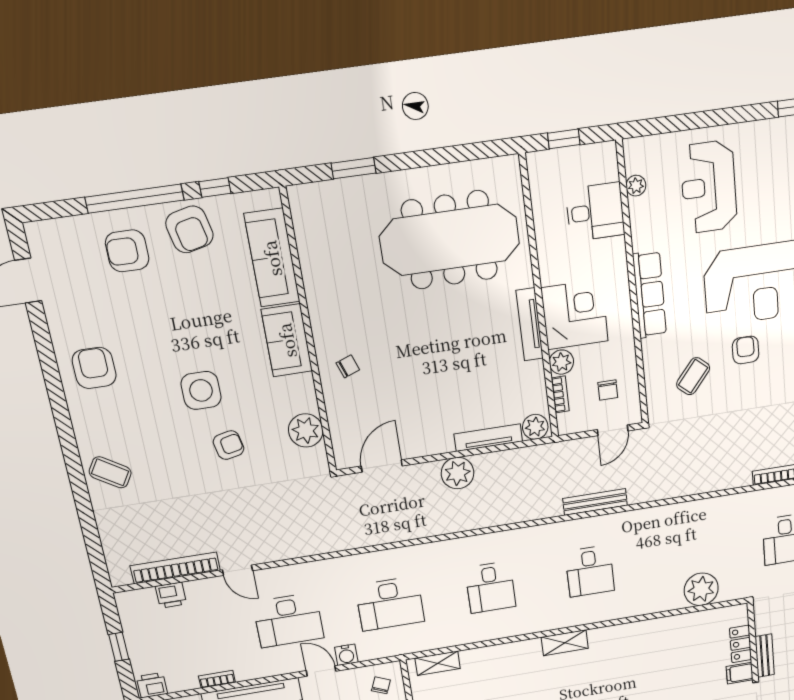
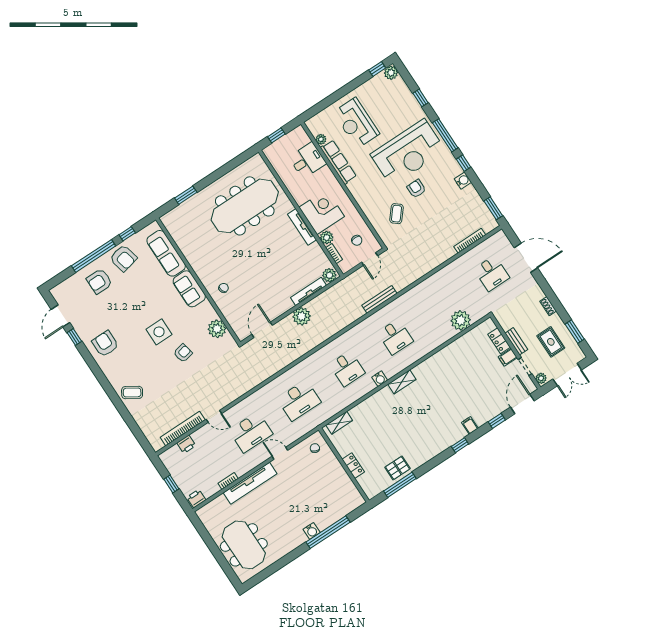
row of seats: (650, 295) -> (338, 162), moved
window: (41, 331) -> (74, 337), added
water cooler: (346, 655) -> (380, 379), moved

